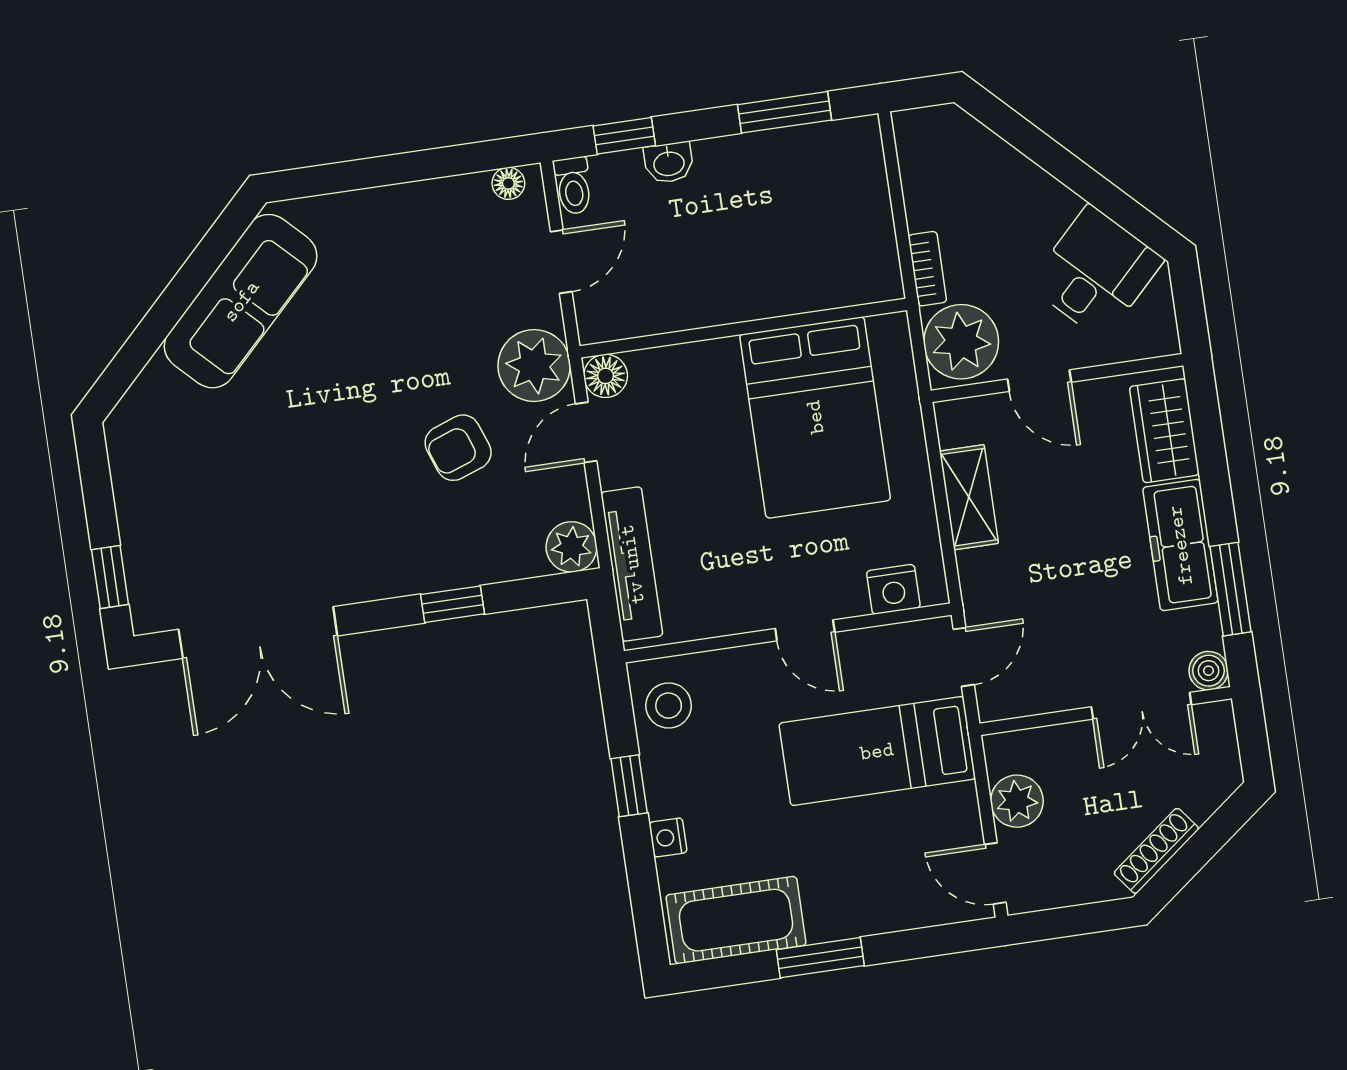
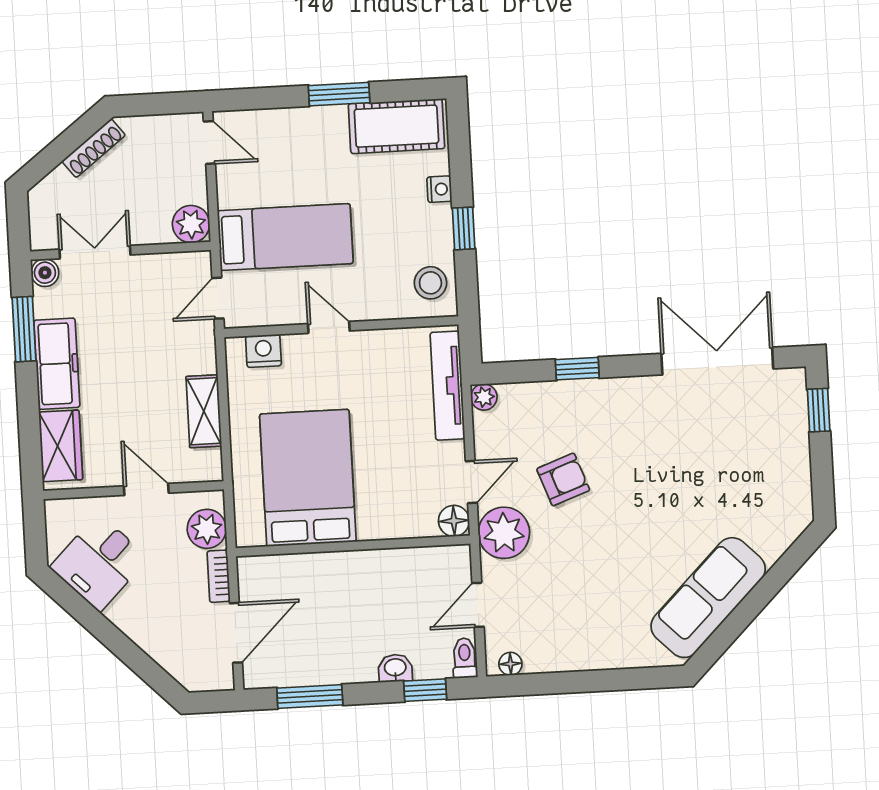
door: (896, 192) -> (236, 633), added
plant: (961, 342) -> (207, 529), width x0.73, depth x0.73
plant: (571, 547) -> (484, 397), width x0.73, depth x0.73
plant: (1017, 801) -> (191, 224), moved

